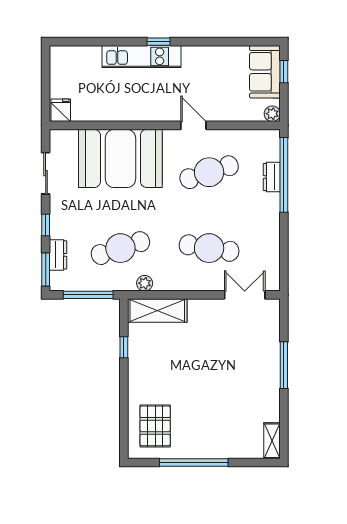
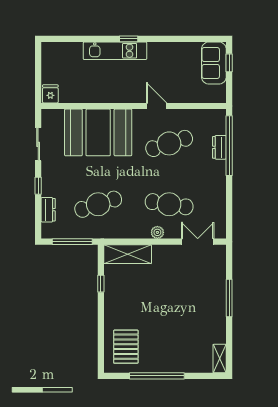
plant: (272, 114) -> (220, 97), removed
window: (46, 269) -> (38, 221), removed
plant: (145, 283) -> (157, 232), moved

